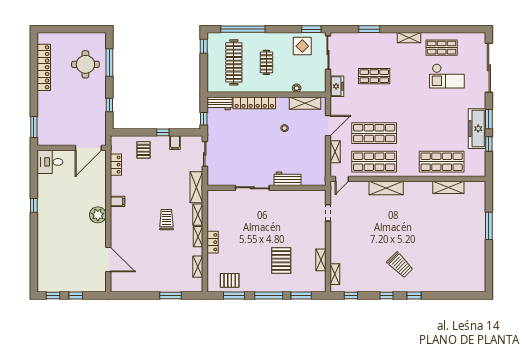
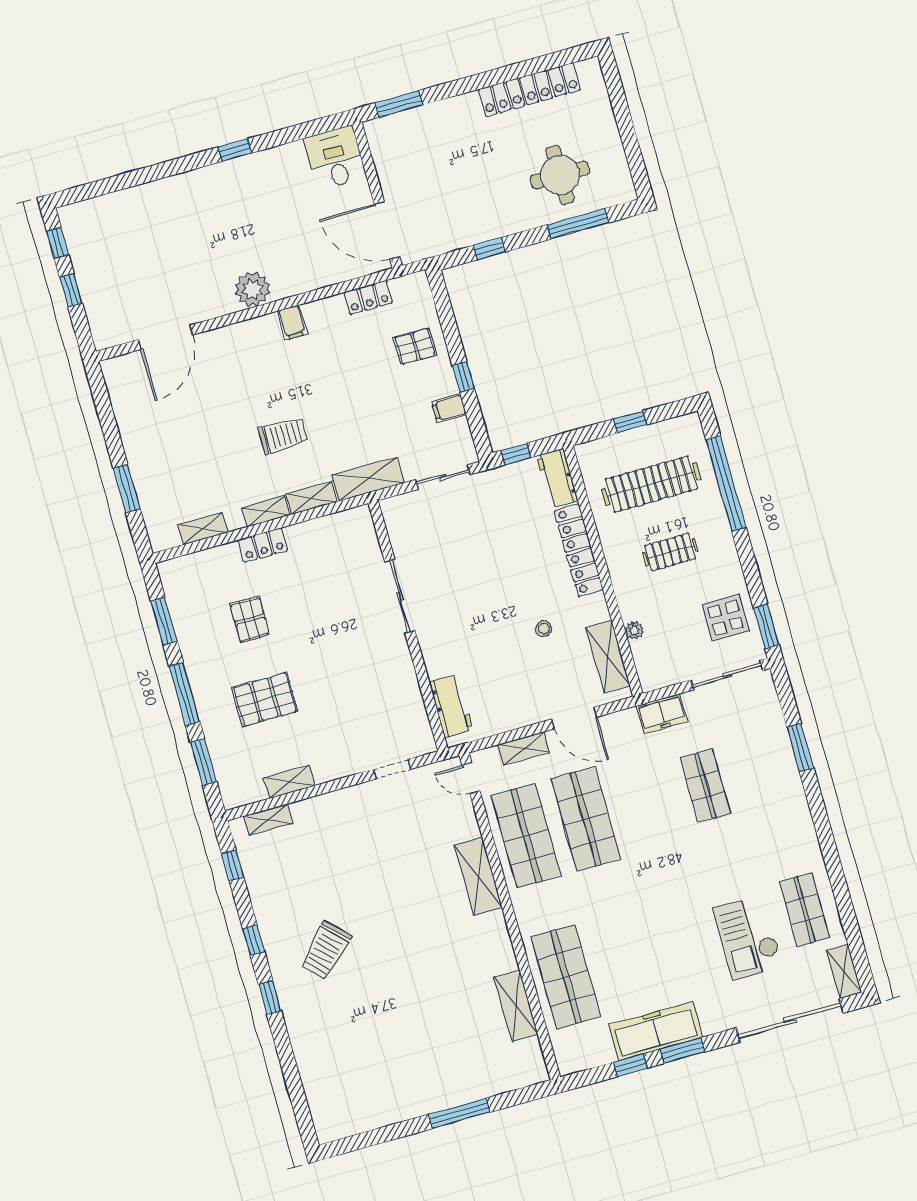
shelving: (409, 38) -> (844, 971), moved
window: (204, 46) -> (630, 422), moved
workbench: (288, 179) -> (451, 706), moved
pallet: (230, 280) -> (250, 620), moved

